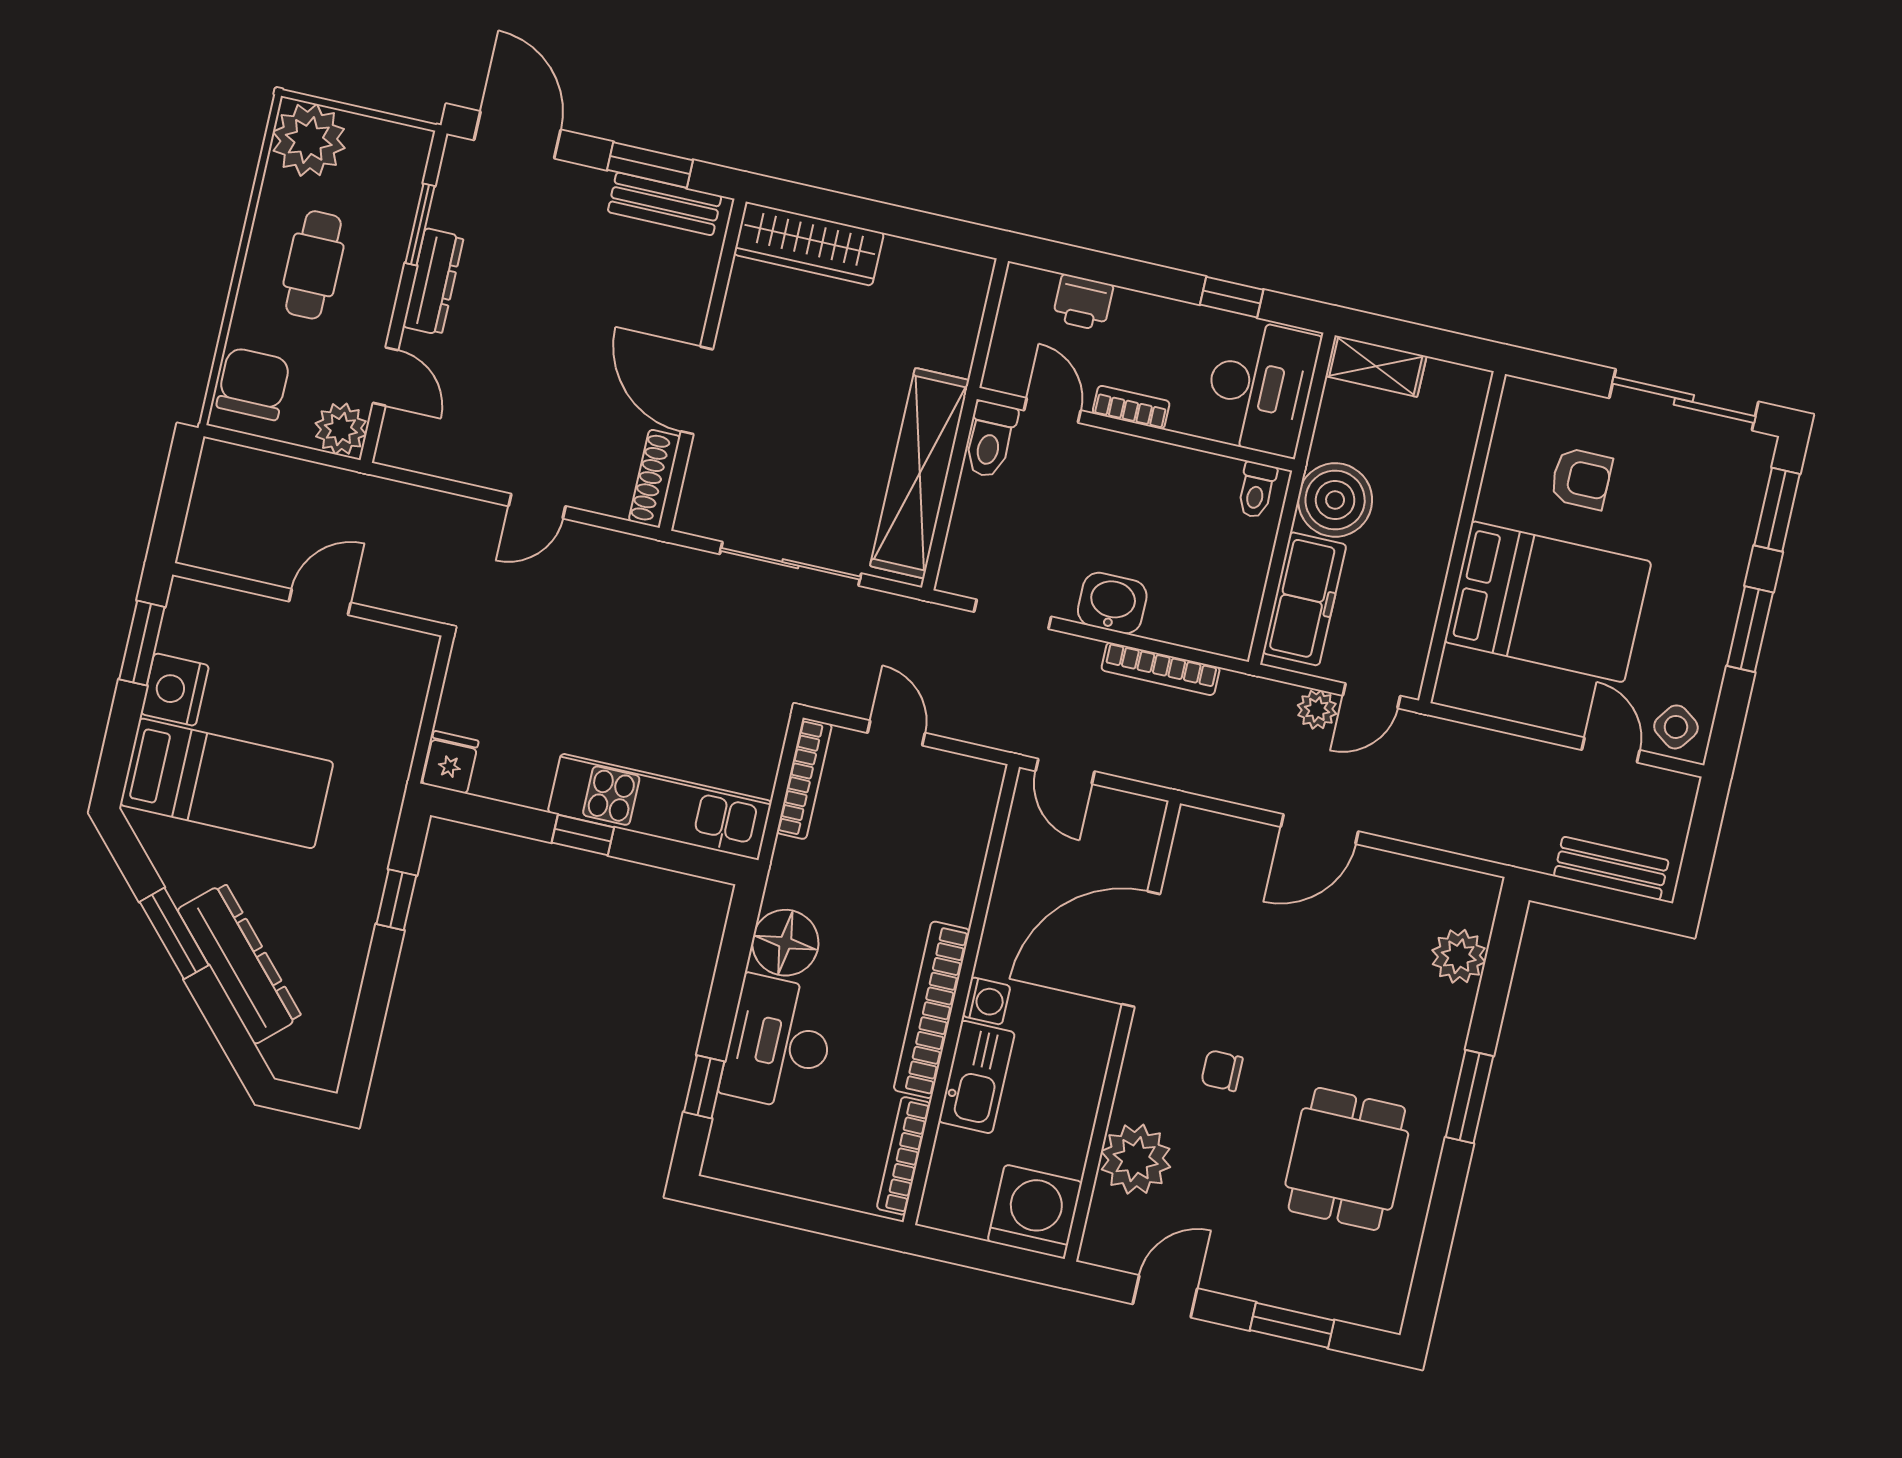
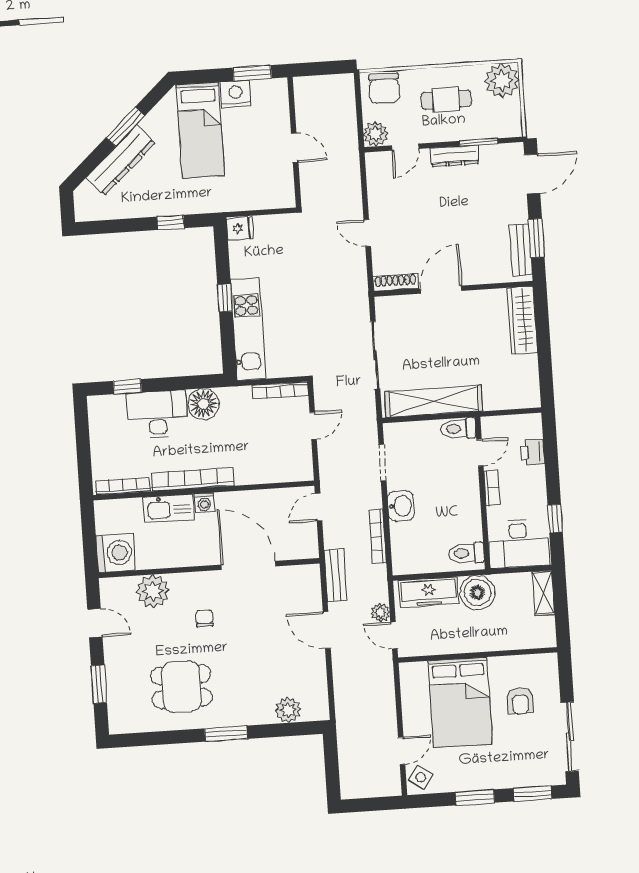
chair: (253, 384) -> (384, 88), turned 90
toilet: (1256, 490) -> (466, 553), width x1.37, depth x1.39
bench: (1611, 868) -> (336, 575), moved

